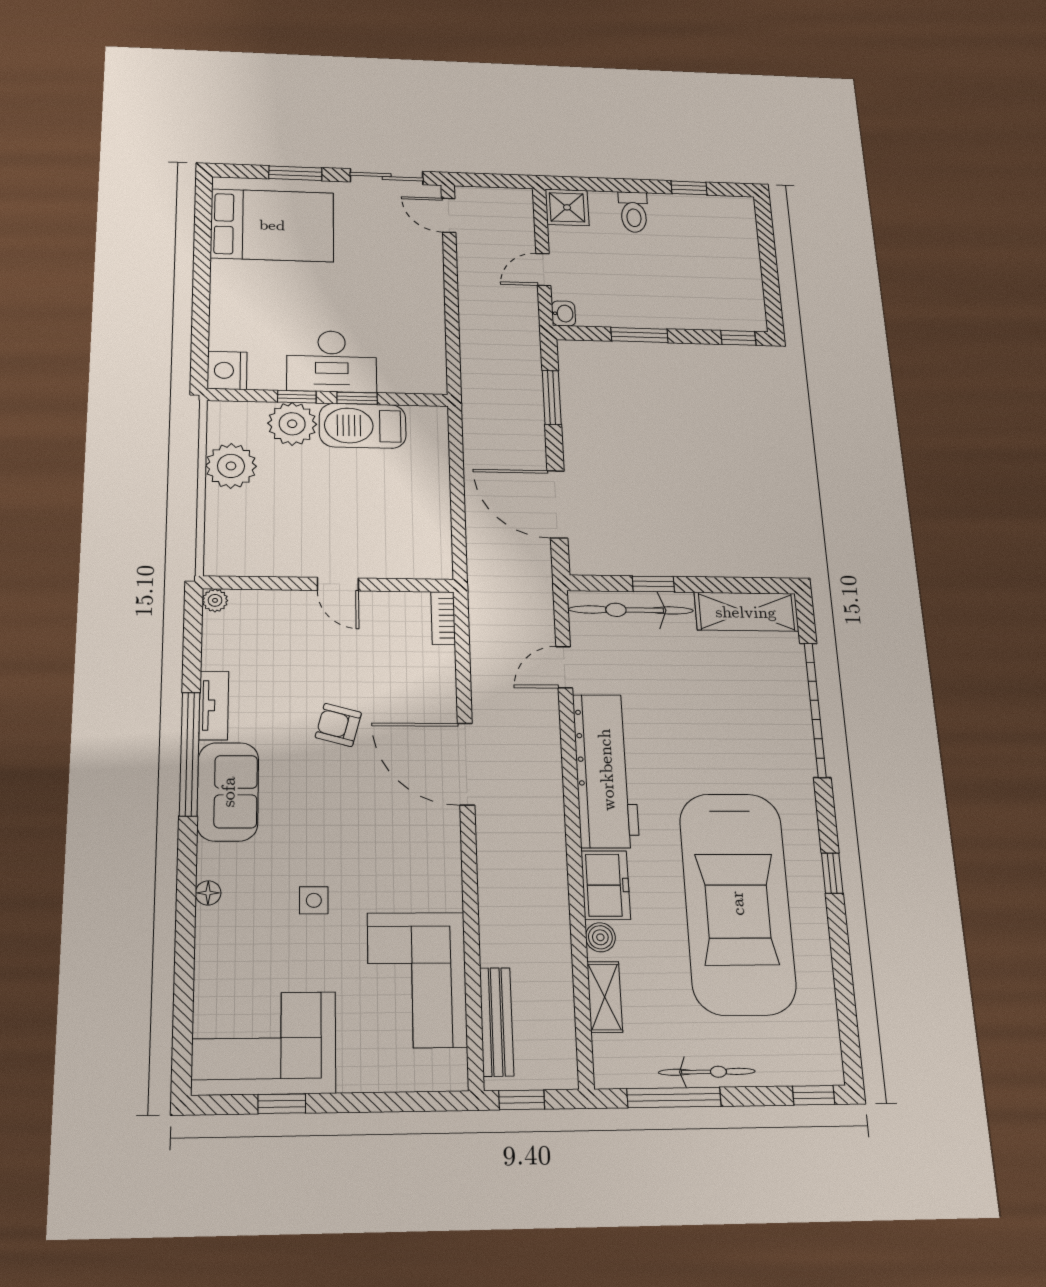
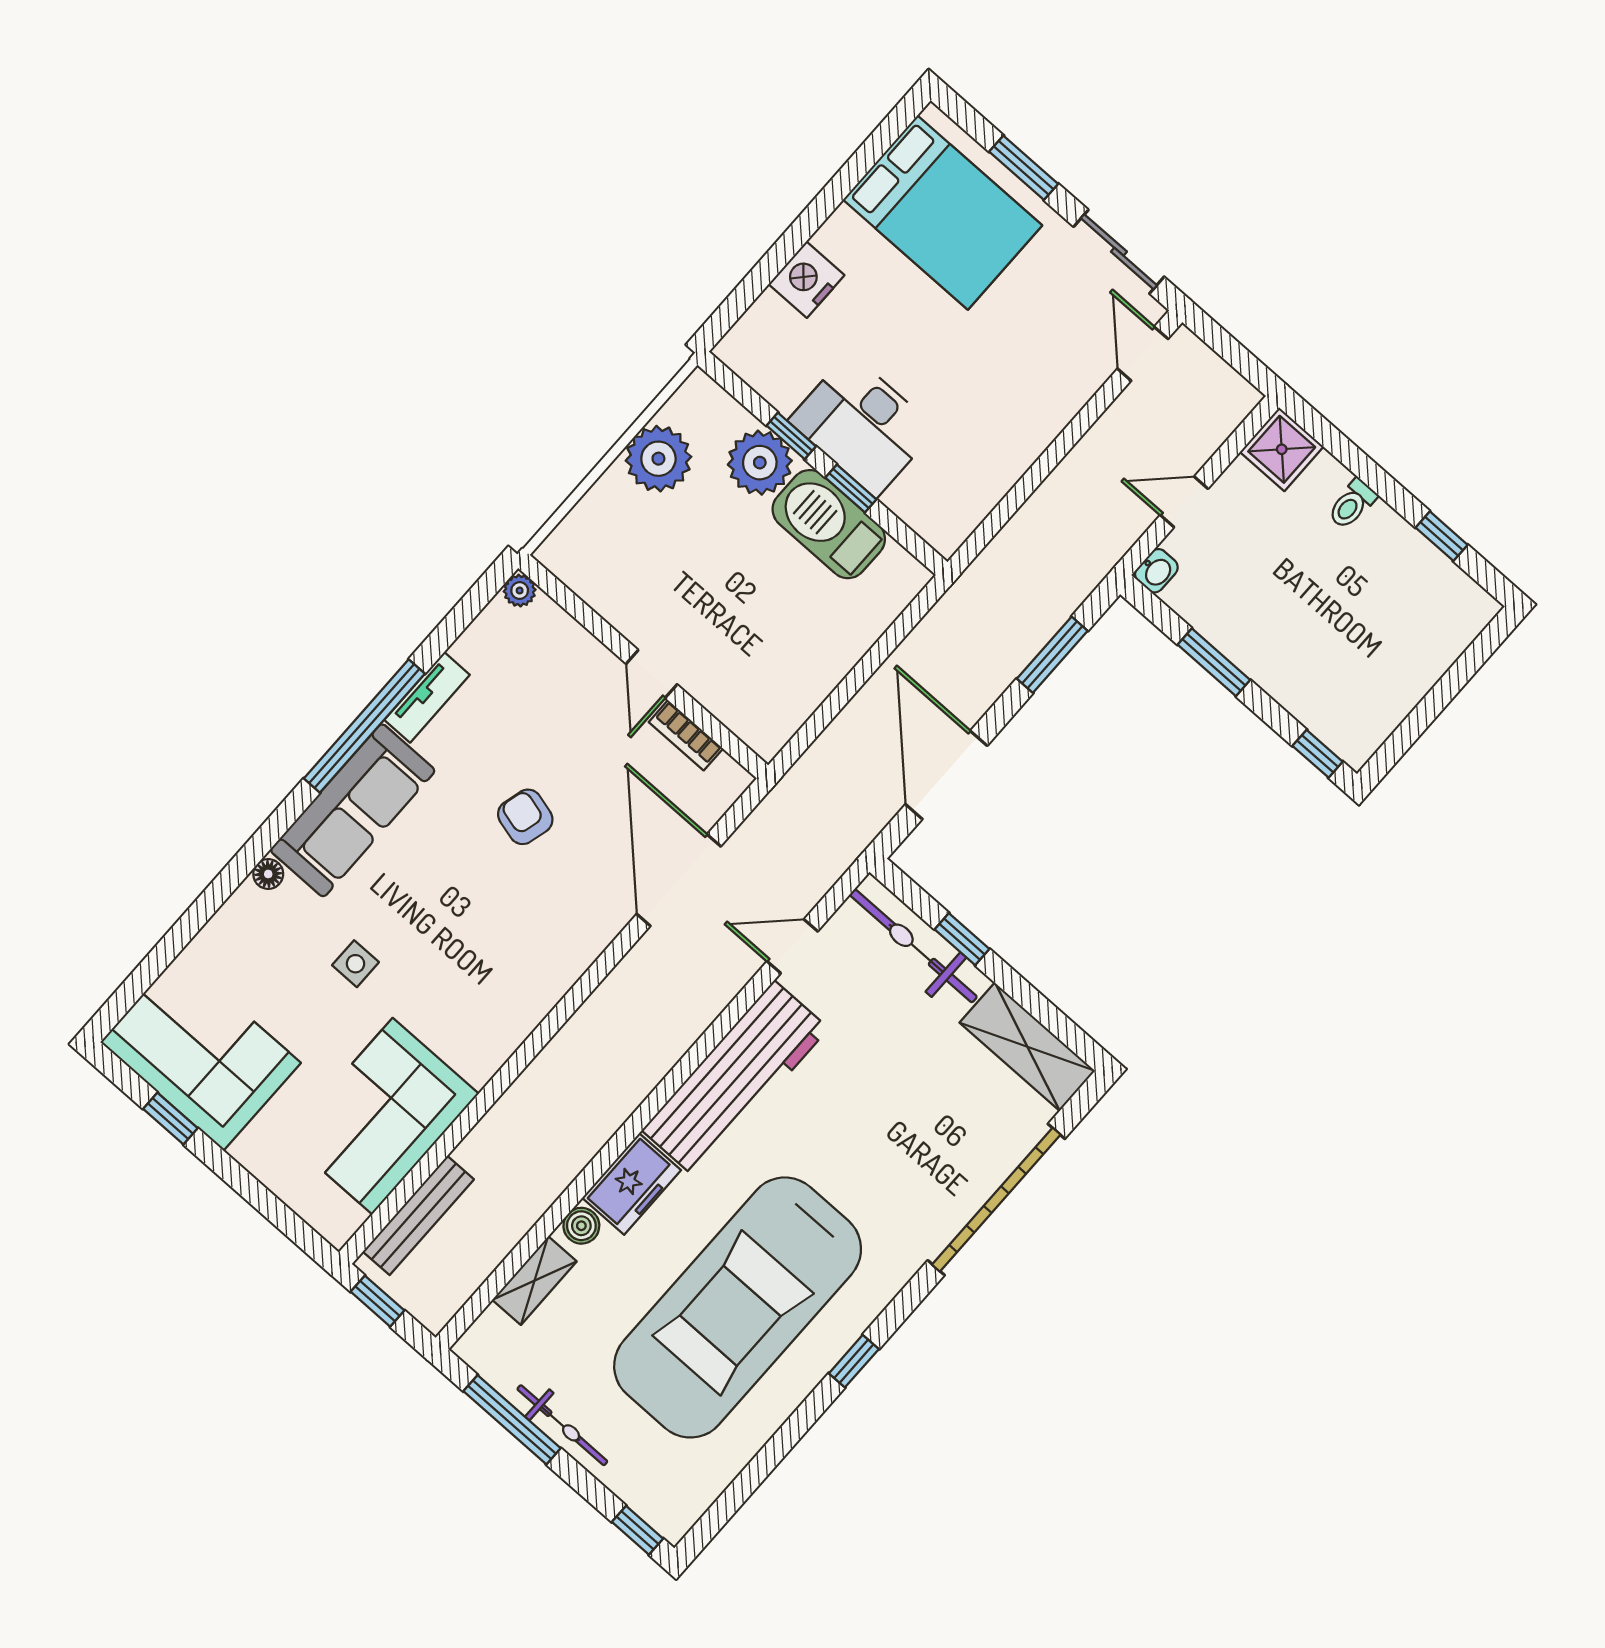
toilet: (634, 212) -> (1352, 504), width x0.73, depth x0.72
nightstand: (227, 370) -> (806, 280), moved
bookcase: (443, 618) -> (686, 735), moved, turned -90
door: (466, 764) -> (679, 880), moved
sofa: (228, 792) -> (353, 810), width x1.36

